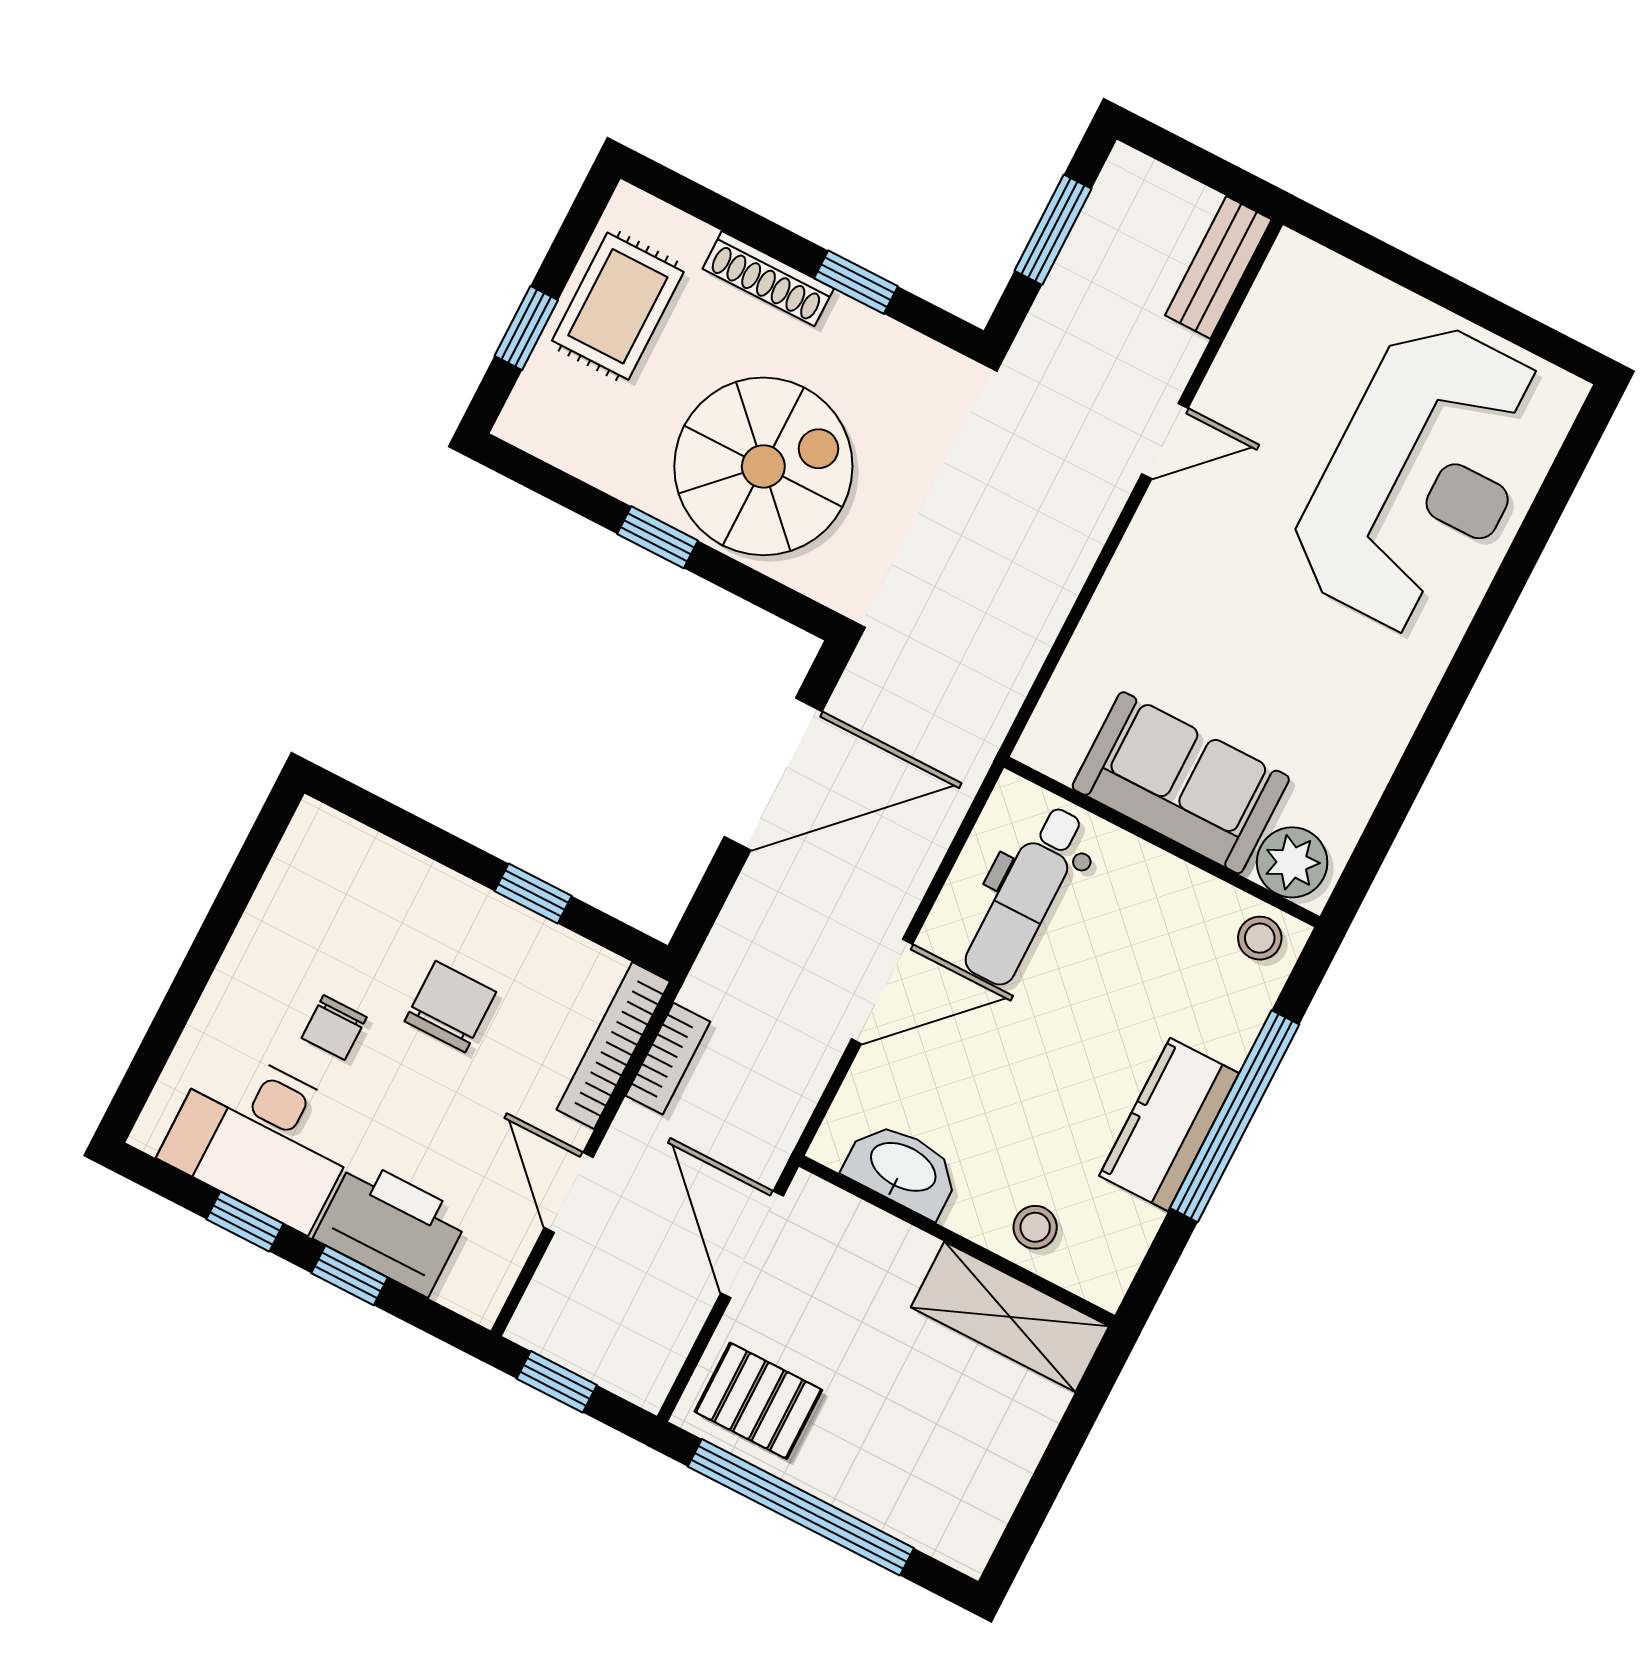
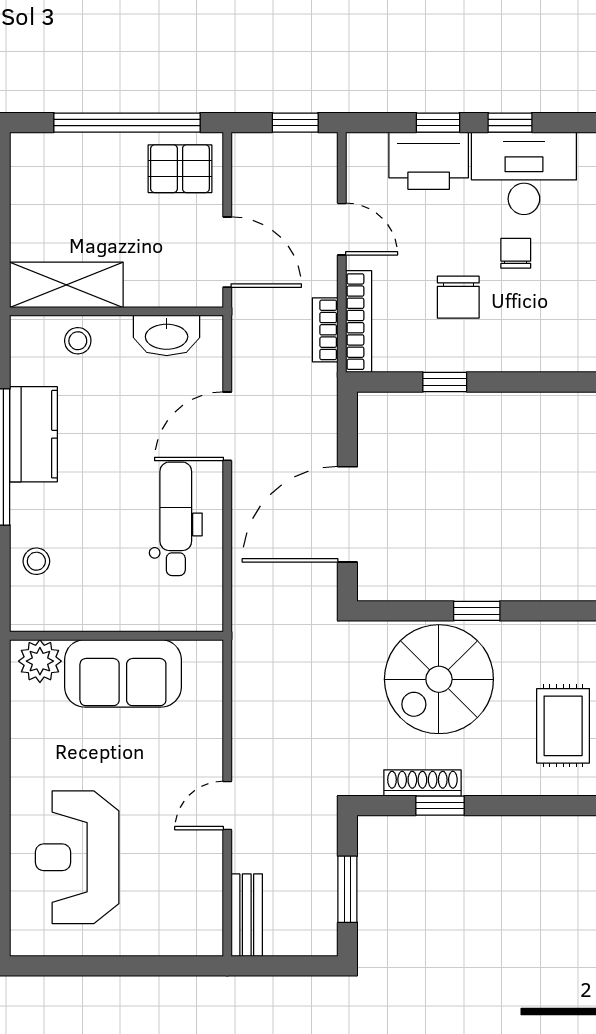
shoe rack: (768, 279) -> (422, 783), moved
reception desk: (1421, 478) -> (77, 857), width x0.74, depth x0.77
sofa: (1181, 783) -> (123, 673), moved
wall: (1162, 842) -> (117, 636), moved
plant: (1292, 862) -> (40, 661), moved

